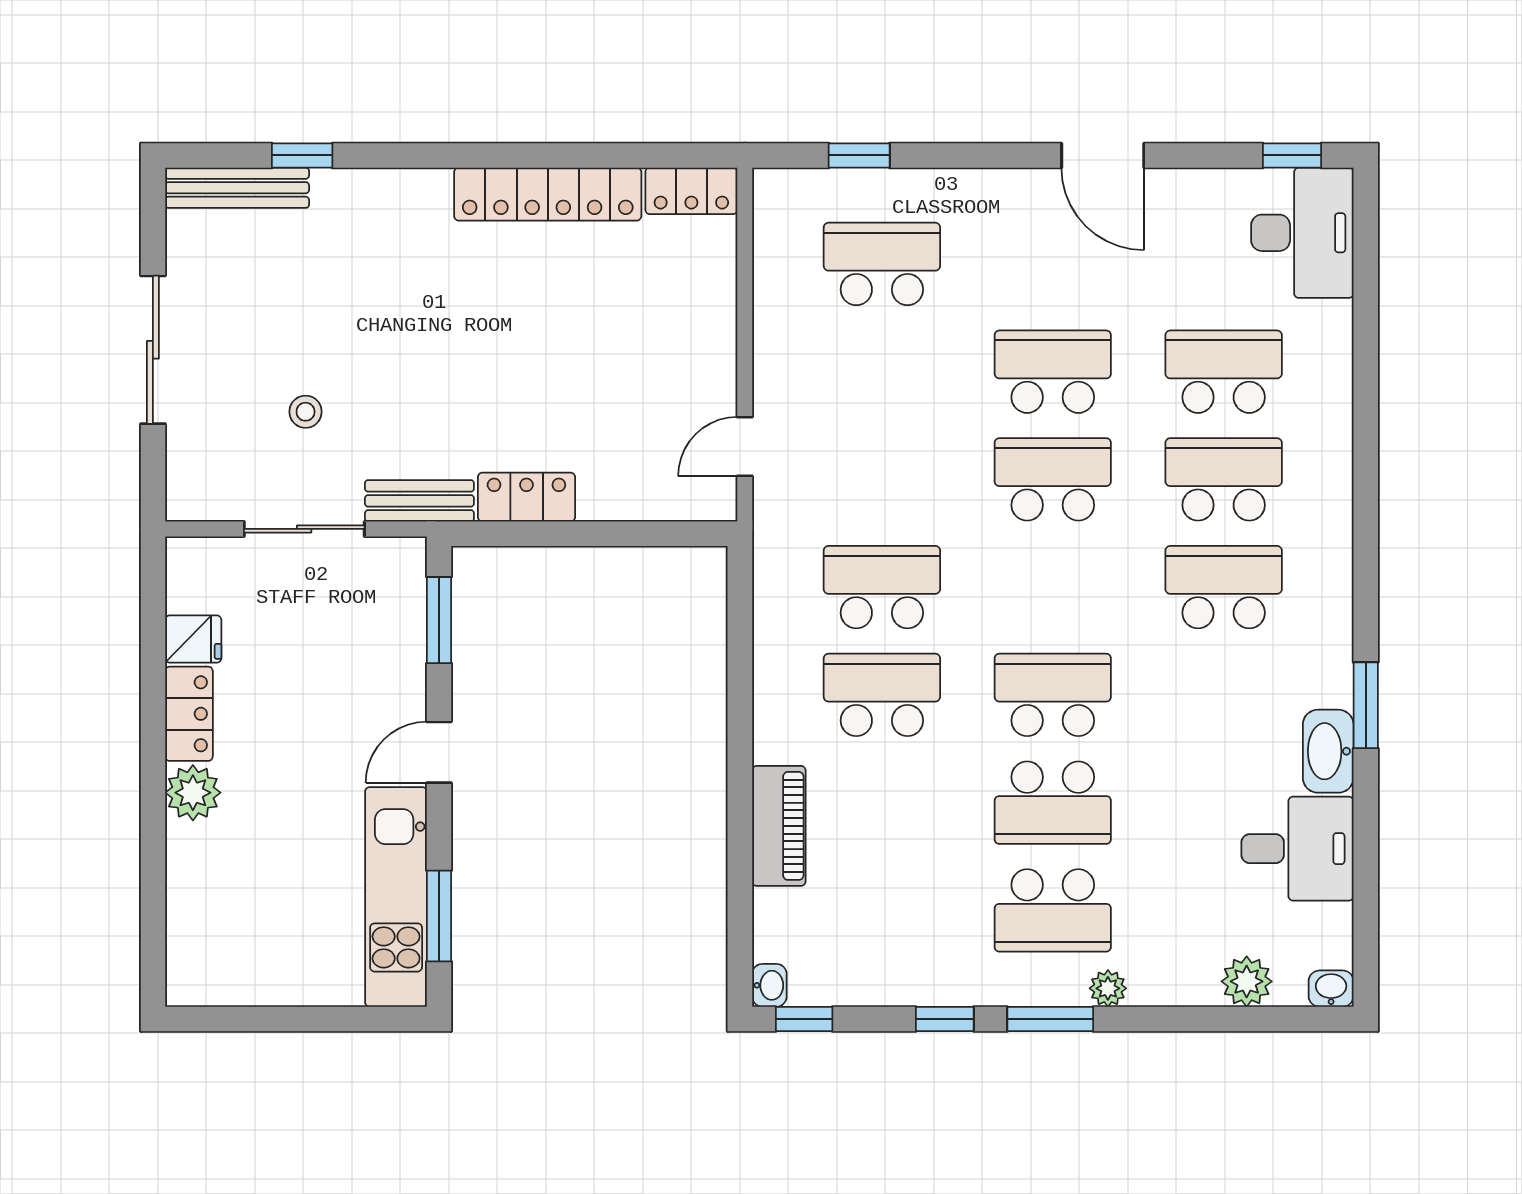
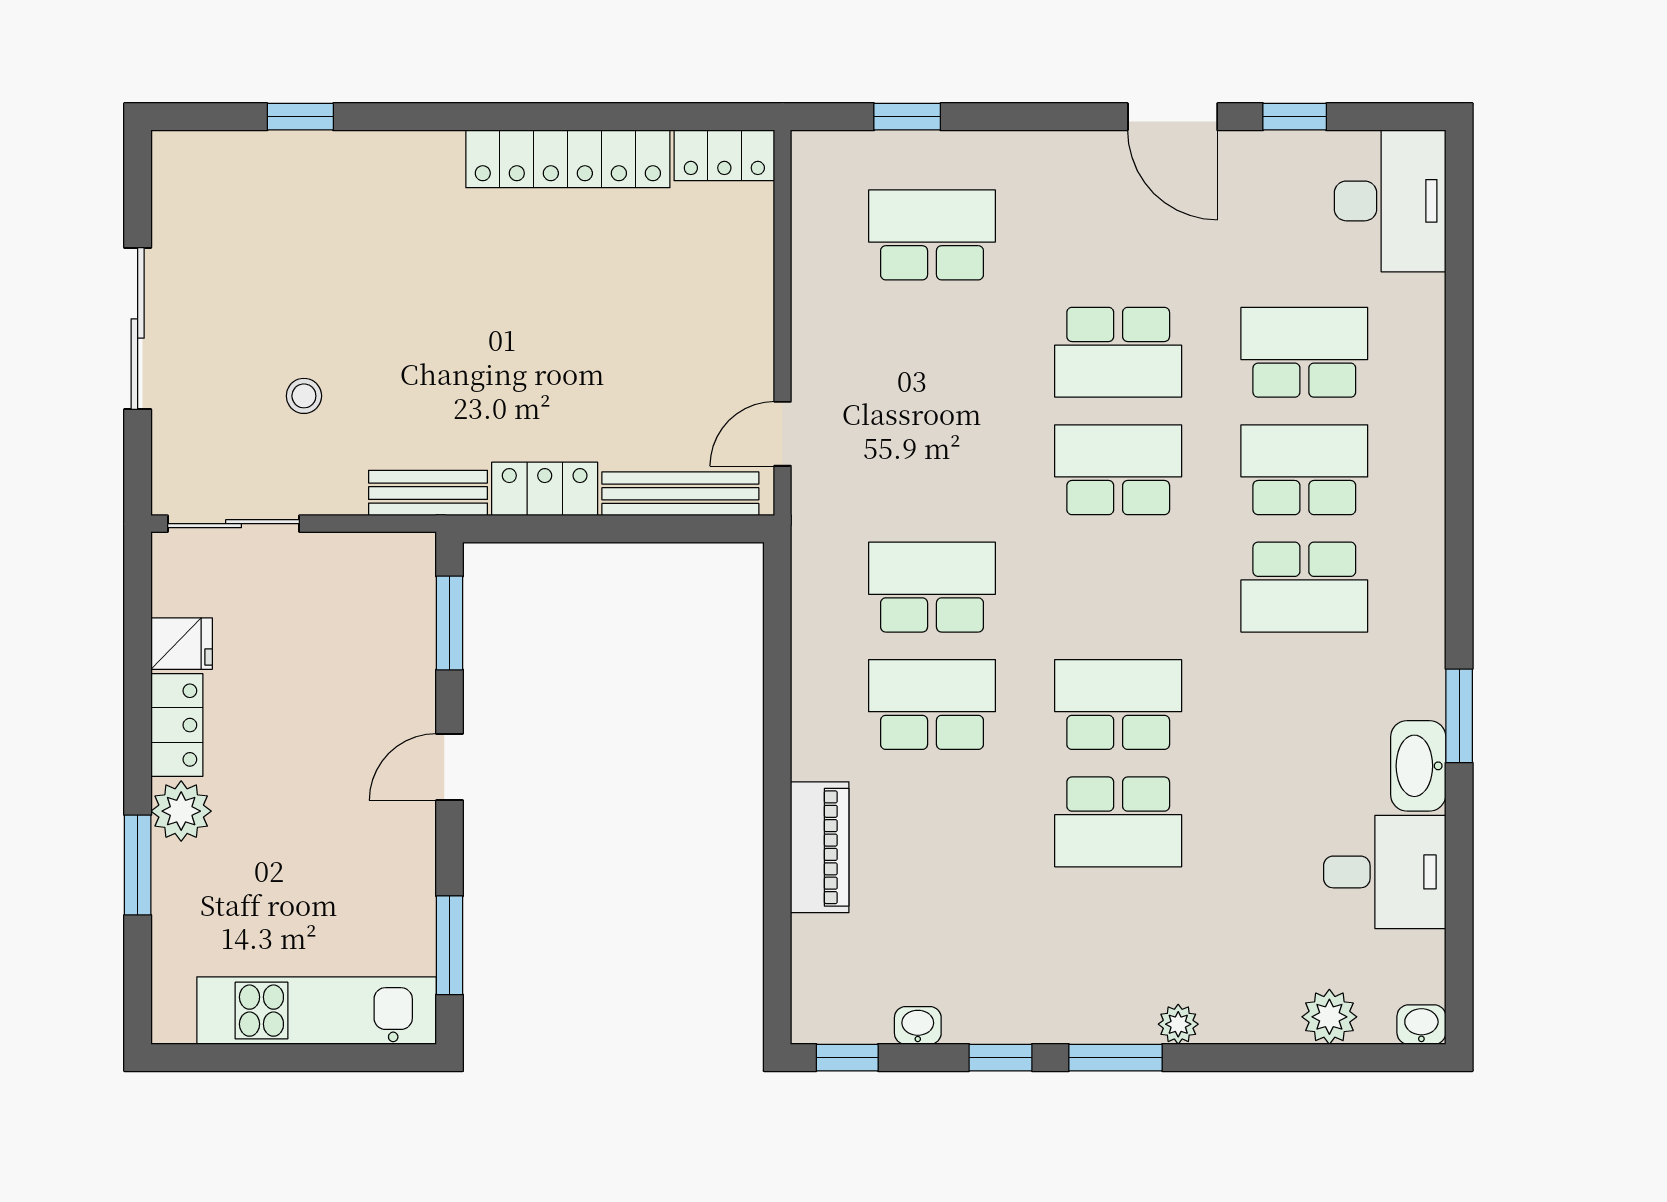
window: (1292, 155) -> (1295, 117), moved
bench: (237, 188) -> (680, 494), moved
school desk: (1053, 372) -> (1118, 352), turned 180
sliding door: (304, 529) -> (234, 524), moved
school desk: (1224, 587) -> (1304, 587), turned 180
window: (153, 842) -> (138, 865), added
kitchen unit: (396, 897) -> (317, 1011), moved, turned 90
school desk: (1053, 910) -> (1118, 939), removed
washbasin: (769, 985) -> (918, 1025), moved, turned -90

